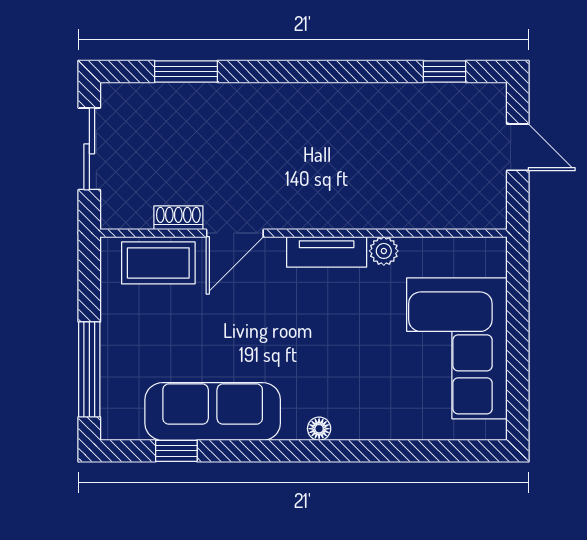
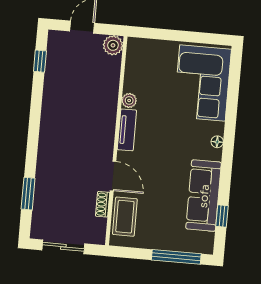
plant: (488, 210) -> (113, 45), added
corner sofa: (457, 348) -> (202, 83), moved, turned 90

